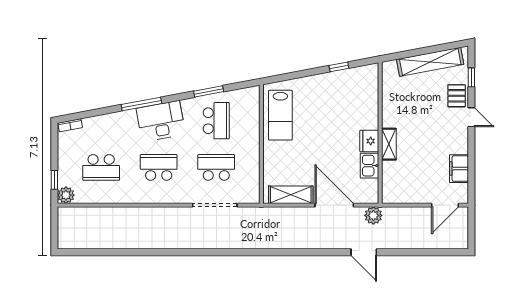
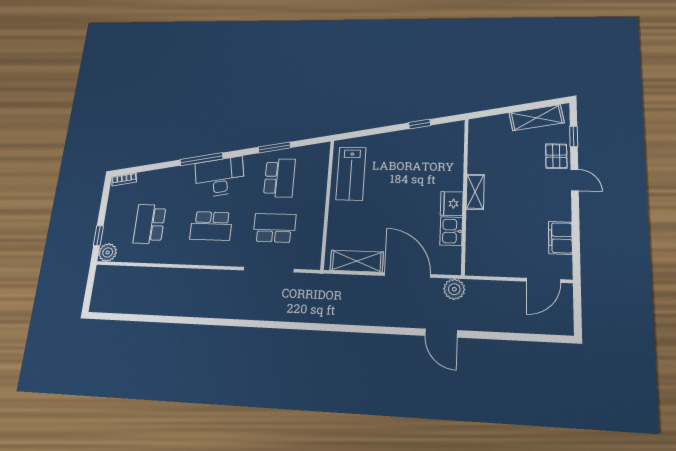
shelving: (430, 62) -> (537, 118), width x0.68
shelving: (389, 144) -> (475, 192), moved
school desk: (101, 167) -> (150, 224), turned 90
school desk: (159, 167) -> (211, 226), turned 180

